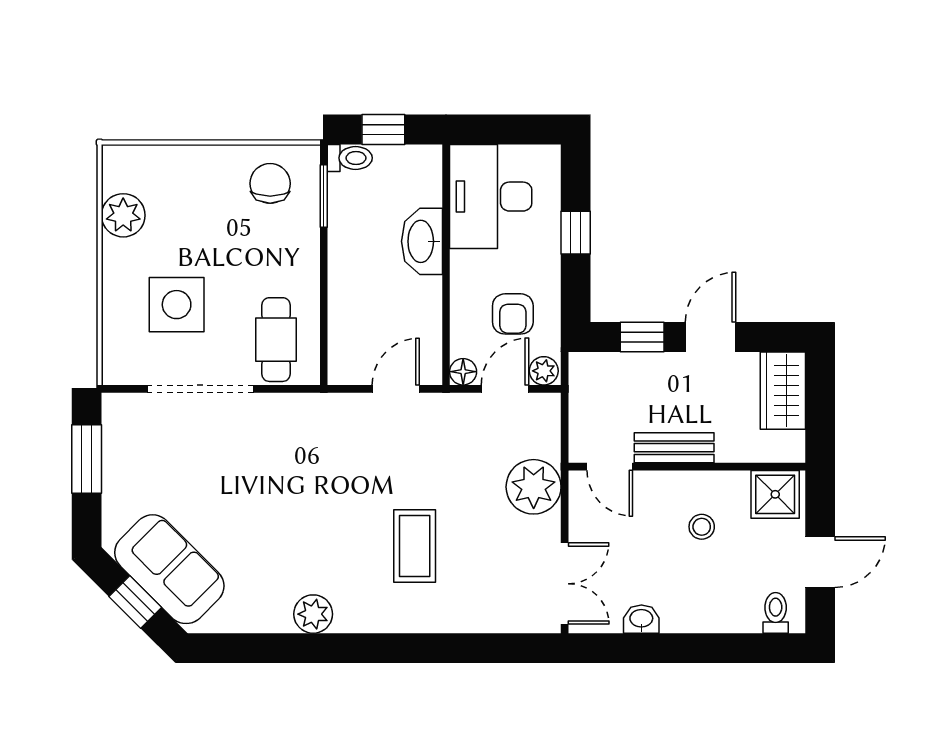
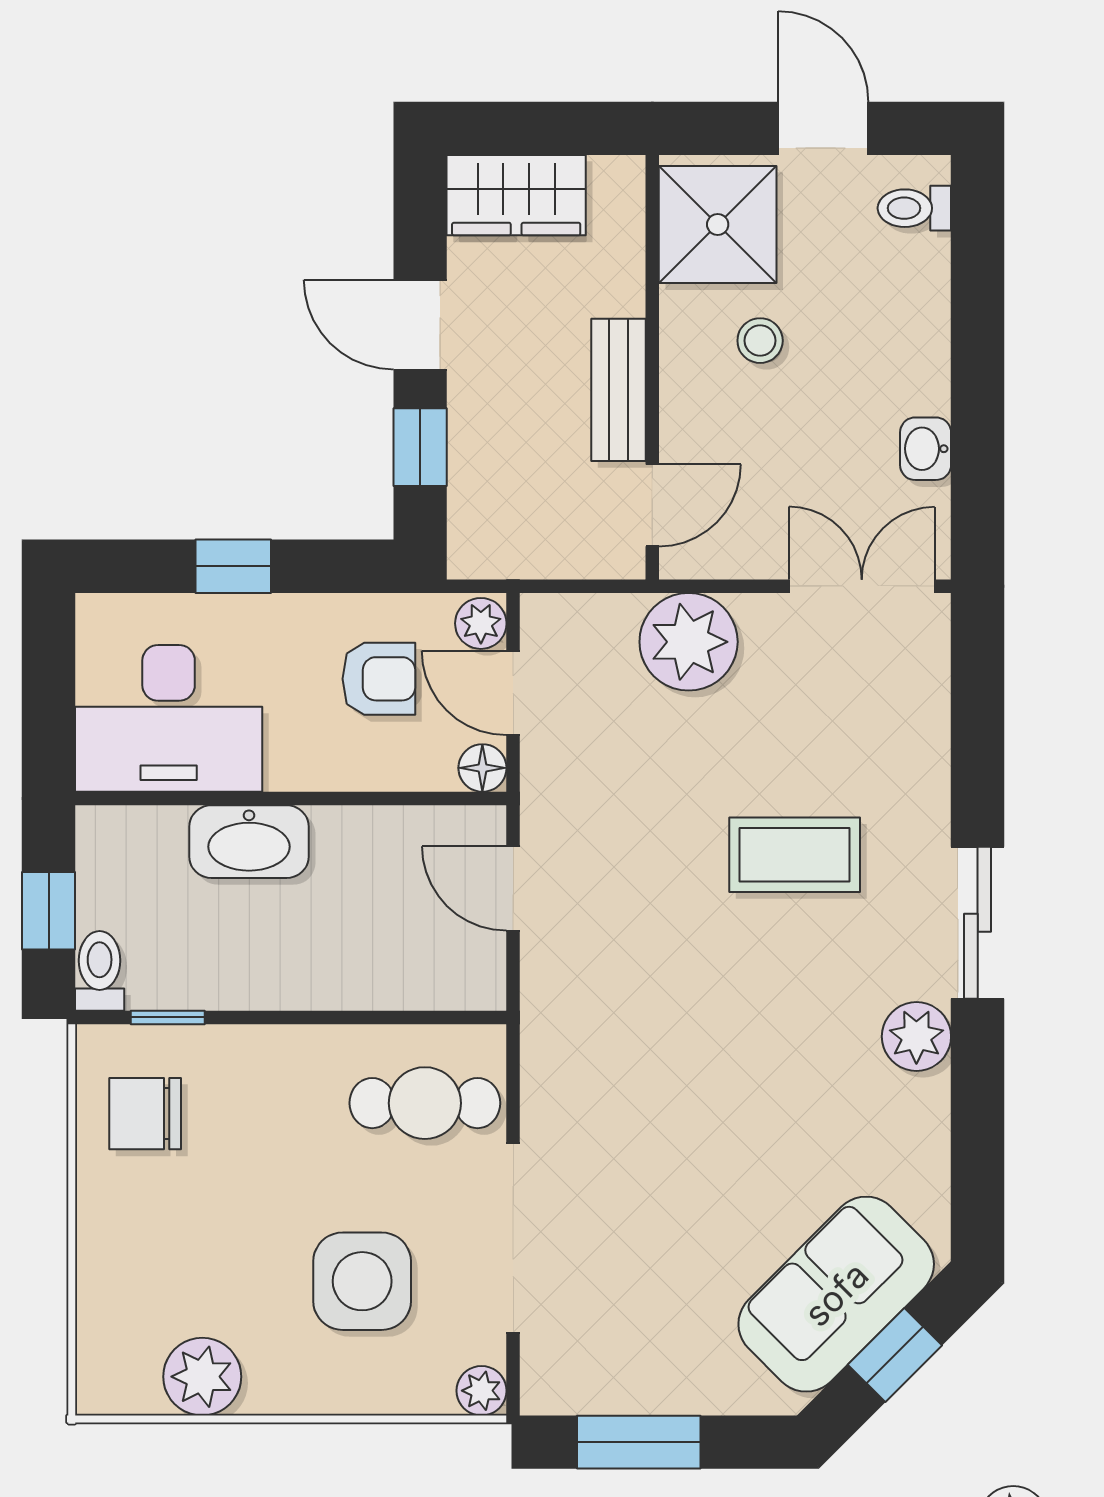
window: (324, 196) -> (168, 1017), width x0.67
plant: (115, 371) -> (481, 1391), added
shower: (775, 494) -> (718, 224), width x1.36, depth x1.36
sliding door: (377, 648) -> (978, 923), added

